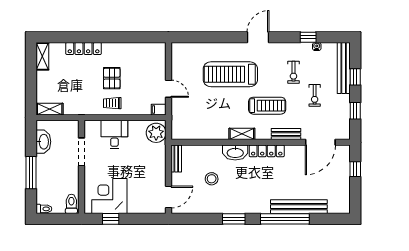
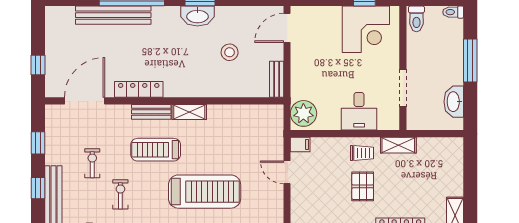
shelving: (50, 109) -> (398, 145), moved
bench: (286, 134) -> (151, 112), moved
locker: (267, 151) -> (139, 89), moved
washbasin: (235, 153) -> (197, 16), moved, turned 180

